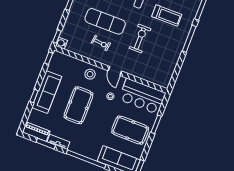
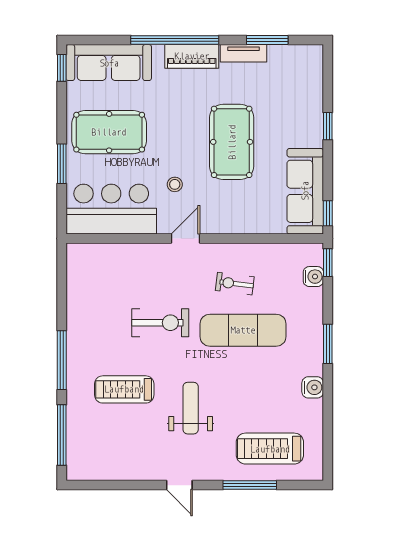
exercise bike: (140, 39) -> (160, 323), turned -90
water cooler: (62, 43) -> (313, 277), moved
door: (115, 71) -> (185, 239), hinge flipped
stool: (90, 74) -> (232, 213), removed
sofa: (47, 92) -> (305, 191), moved
piano: (36, 132) -> (192, 56), moved

